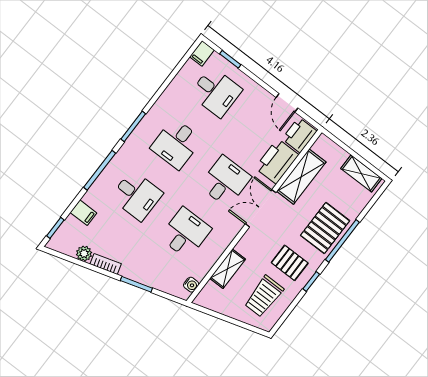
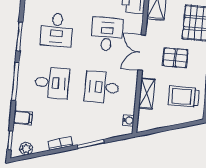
double door: (261, 208) -> (142, 53), moved
desk: (185, 233) -> (102, 87), turned -90
plant: (84, 254) -> (26, 149), moved
pallet: (290, 263) -> (175, 58), moved
trolley: (264, 296) -> (184, 97), turned 90

